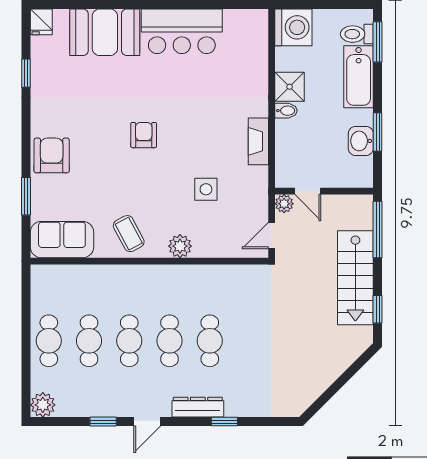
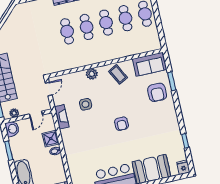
shower: (290, 87) -> (51, 139), moved
fireplace: (258, 141) -> (62, 117), moved
washbasin: (361, 141) -> (12, 129), moved
armchair: (52, 155) -> (157, 92), moved
door: (308, 191) -> (36, 114), swing flipped
plant: (284, 204) -> (14, 113), moved

